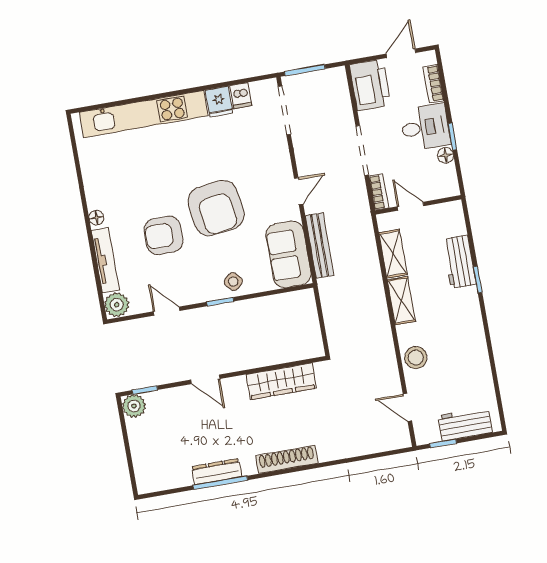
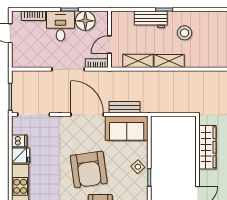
printer: (370, 85) -> (27, 57), removed
floor lamp: (445, 155) -> (85, 21), width x1.89, depth x1.89
door: (299, 191) -> (87, 115), width x1.88
armchair: (216, 208) -> (89, 169), turned 90
bench: (319, 246) -> (124, 107), width x0.73
stool: (416, 358) -> (185, 33), moved

